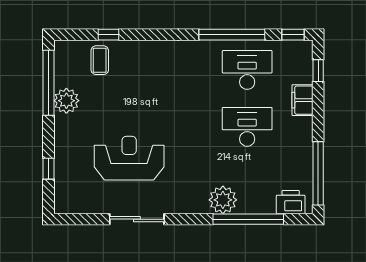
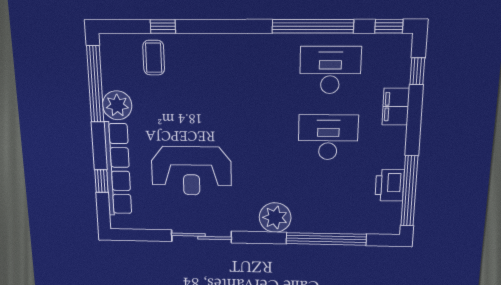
row of seats: (64, 158) -> (118, 169), added
reception desk: (129, 158) -> (191, 171), turned 180
plant: (223, 200) -> (275, 218), moved
printer: (291, 202) -> (390, 185), moved, turned -90

